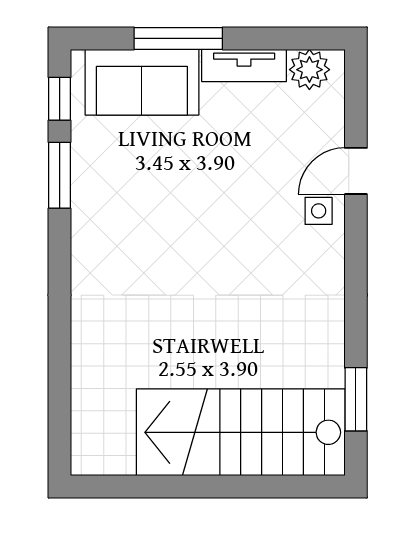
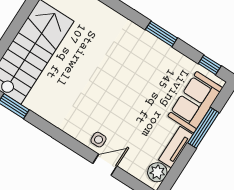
door: (356, 171) -> (105, 165), hinge flipped
window: (60, 175) -> (161, 34), moved

